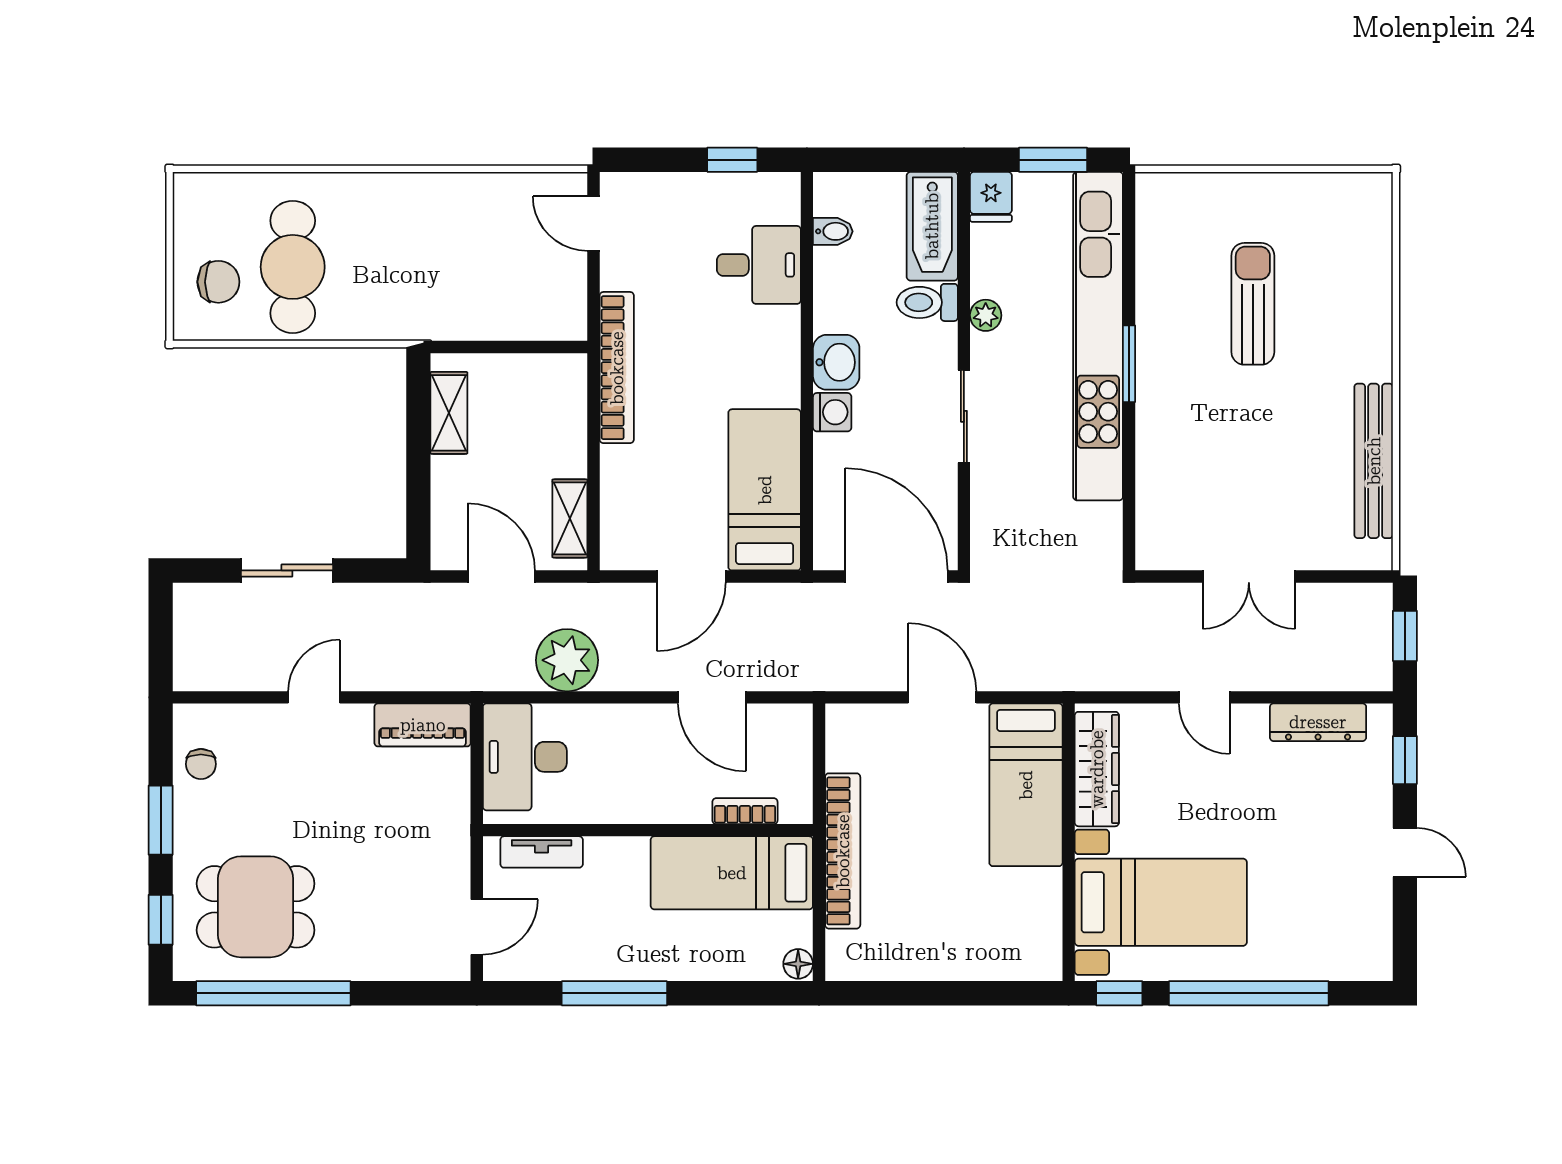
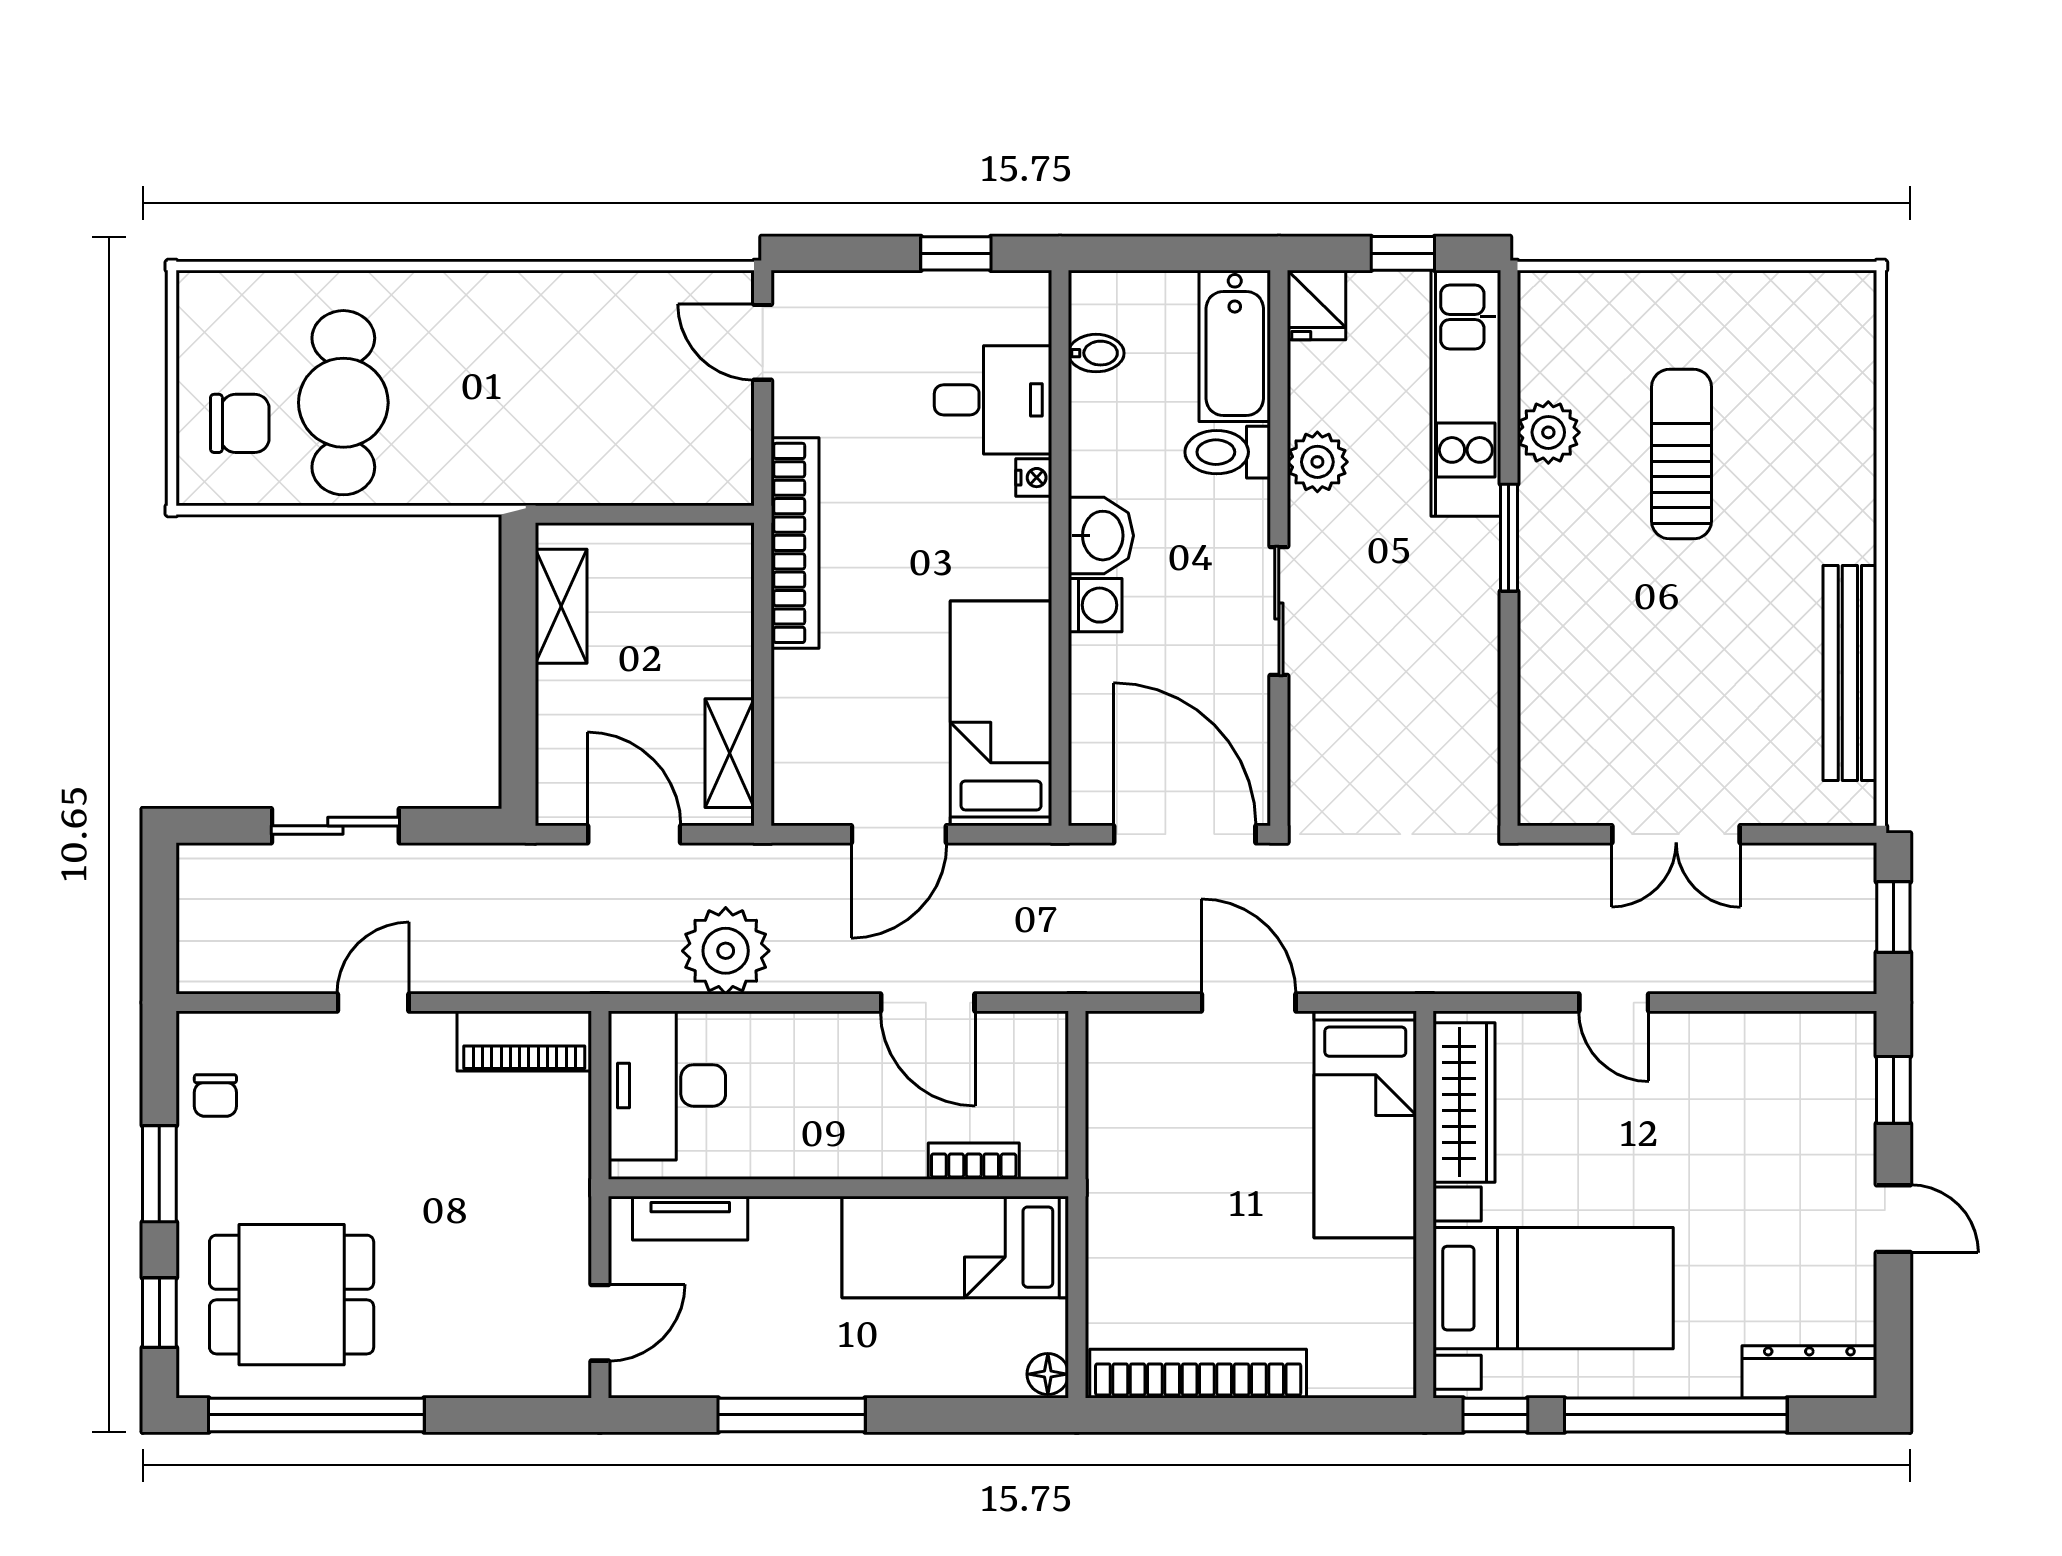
window: (1053, 160) -> (1403, 253), width x0.67
plant: (1157, 288) -> (1548, 432), added
plant: (986, 315) -> (1317, 462), width x1.38, depth x1.38
nightstand: (788, 321) -> (1034, 478), added
kitchen unit: (1098, 336) -> (1466, 393), width x0.54
dresser: (1318, 722) -> (1809, 1372), moved, turned 180
bookcase: (843, 851) -> (1198, 1374), moved, turned -90

